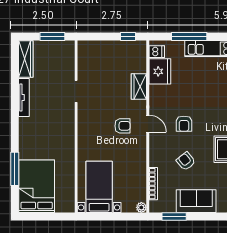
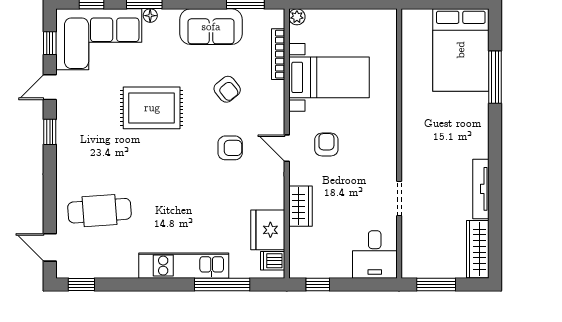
desk: (92, 56) -> (375, 254), added
armchair: (184, 124) -> (230, 148), turned 90
armchair: (122, 126) -> (326, 145), turned 90
bed with nightstands: (99, 187) -> (329, 77), moved, turned -90

